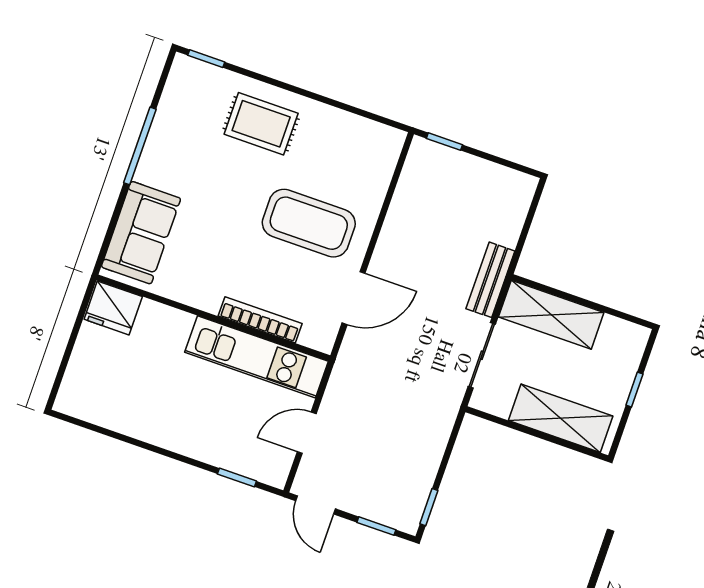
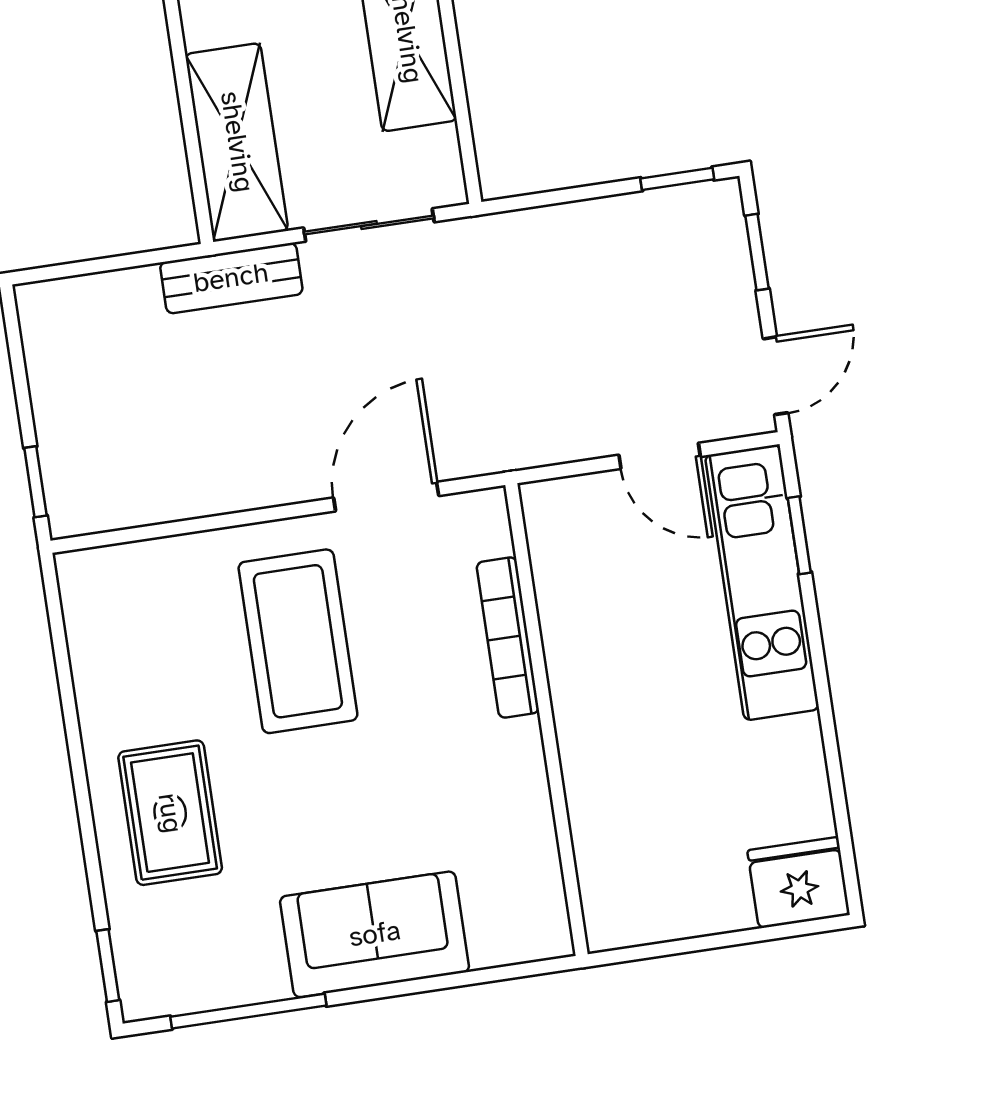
window: (140, 146) -> (248, 1011), moved
sofa: (141, 233) -> (375, 934), moved
door: (354, 298) -> (386, 497), hinge flipped
fridge: (113, 308) -> (799, 883), moved, turned -90
kitchen unit: (257, 357) -> (762, 582), moved, turned 180

